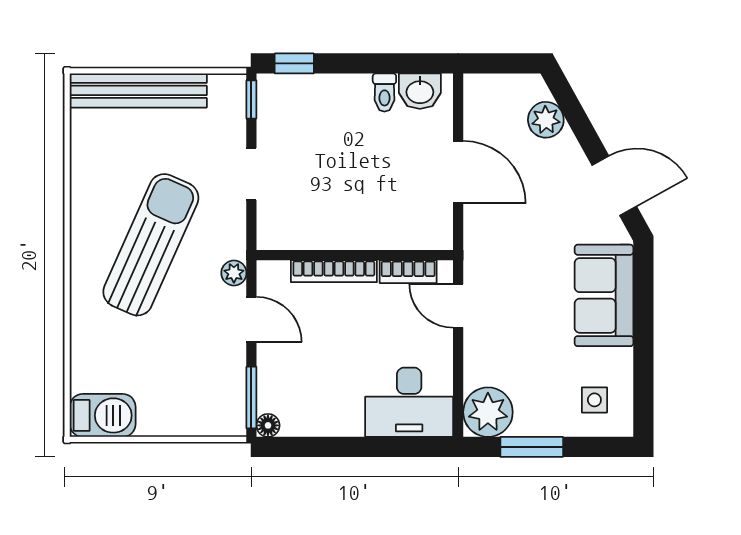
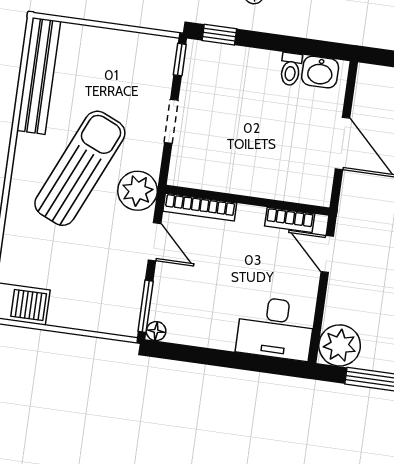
bench: (138, 90) -> (39, 76), moved, turned 90
bookcase: (334, 271) -> (200, 207), moved
plant: (234, 273) -> (138, 191), width x1.88, depth x1.88

